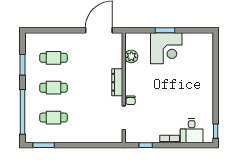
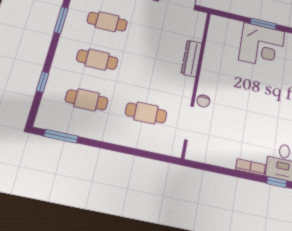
plant: (131, 56) -> (214, 45), removed
dresser: (117, 82) -> (192, 58), moved
window: (23, 112) -> (43, 82), width x0.32
cafe table: (94, 118) -> (146, 113), added
window: (146, 145) -> (277, 182), moved

